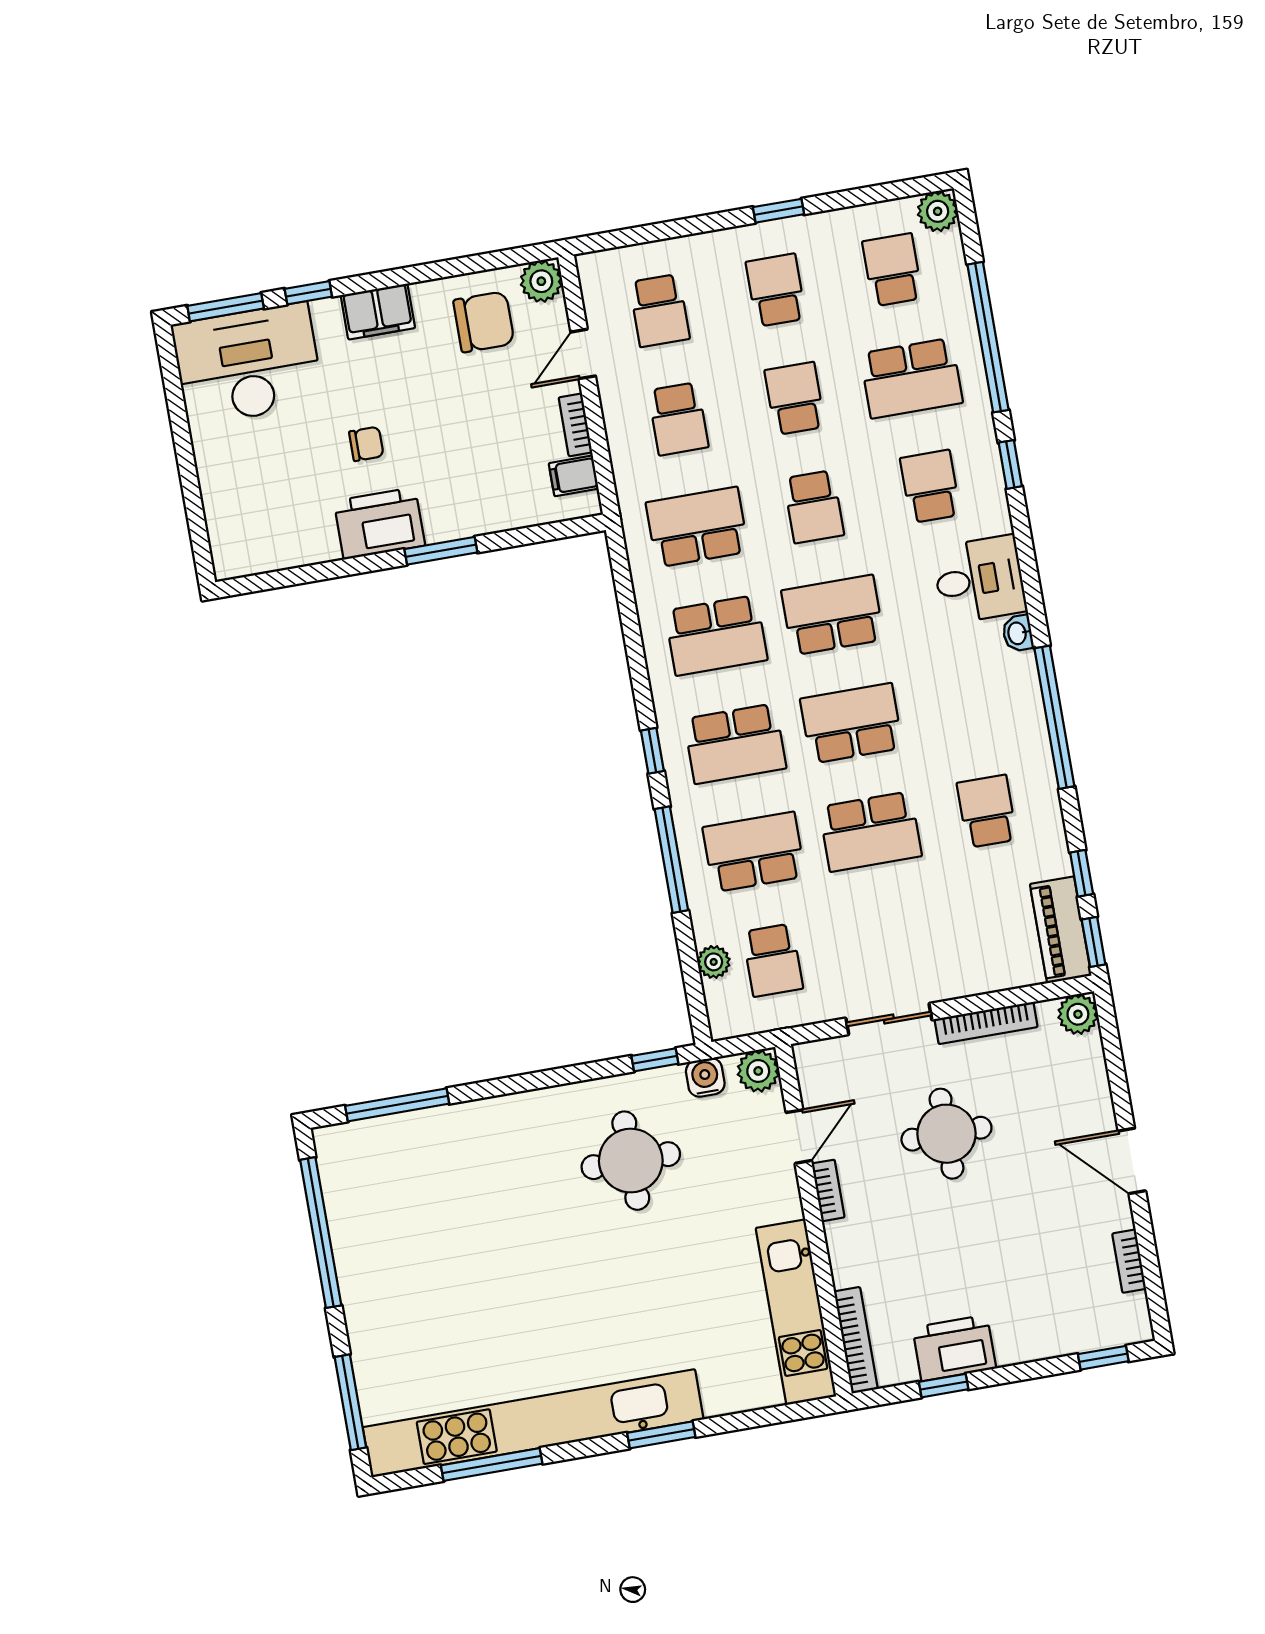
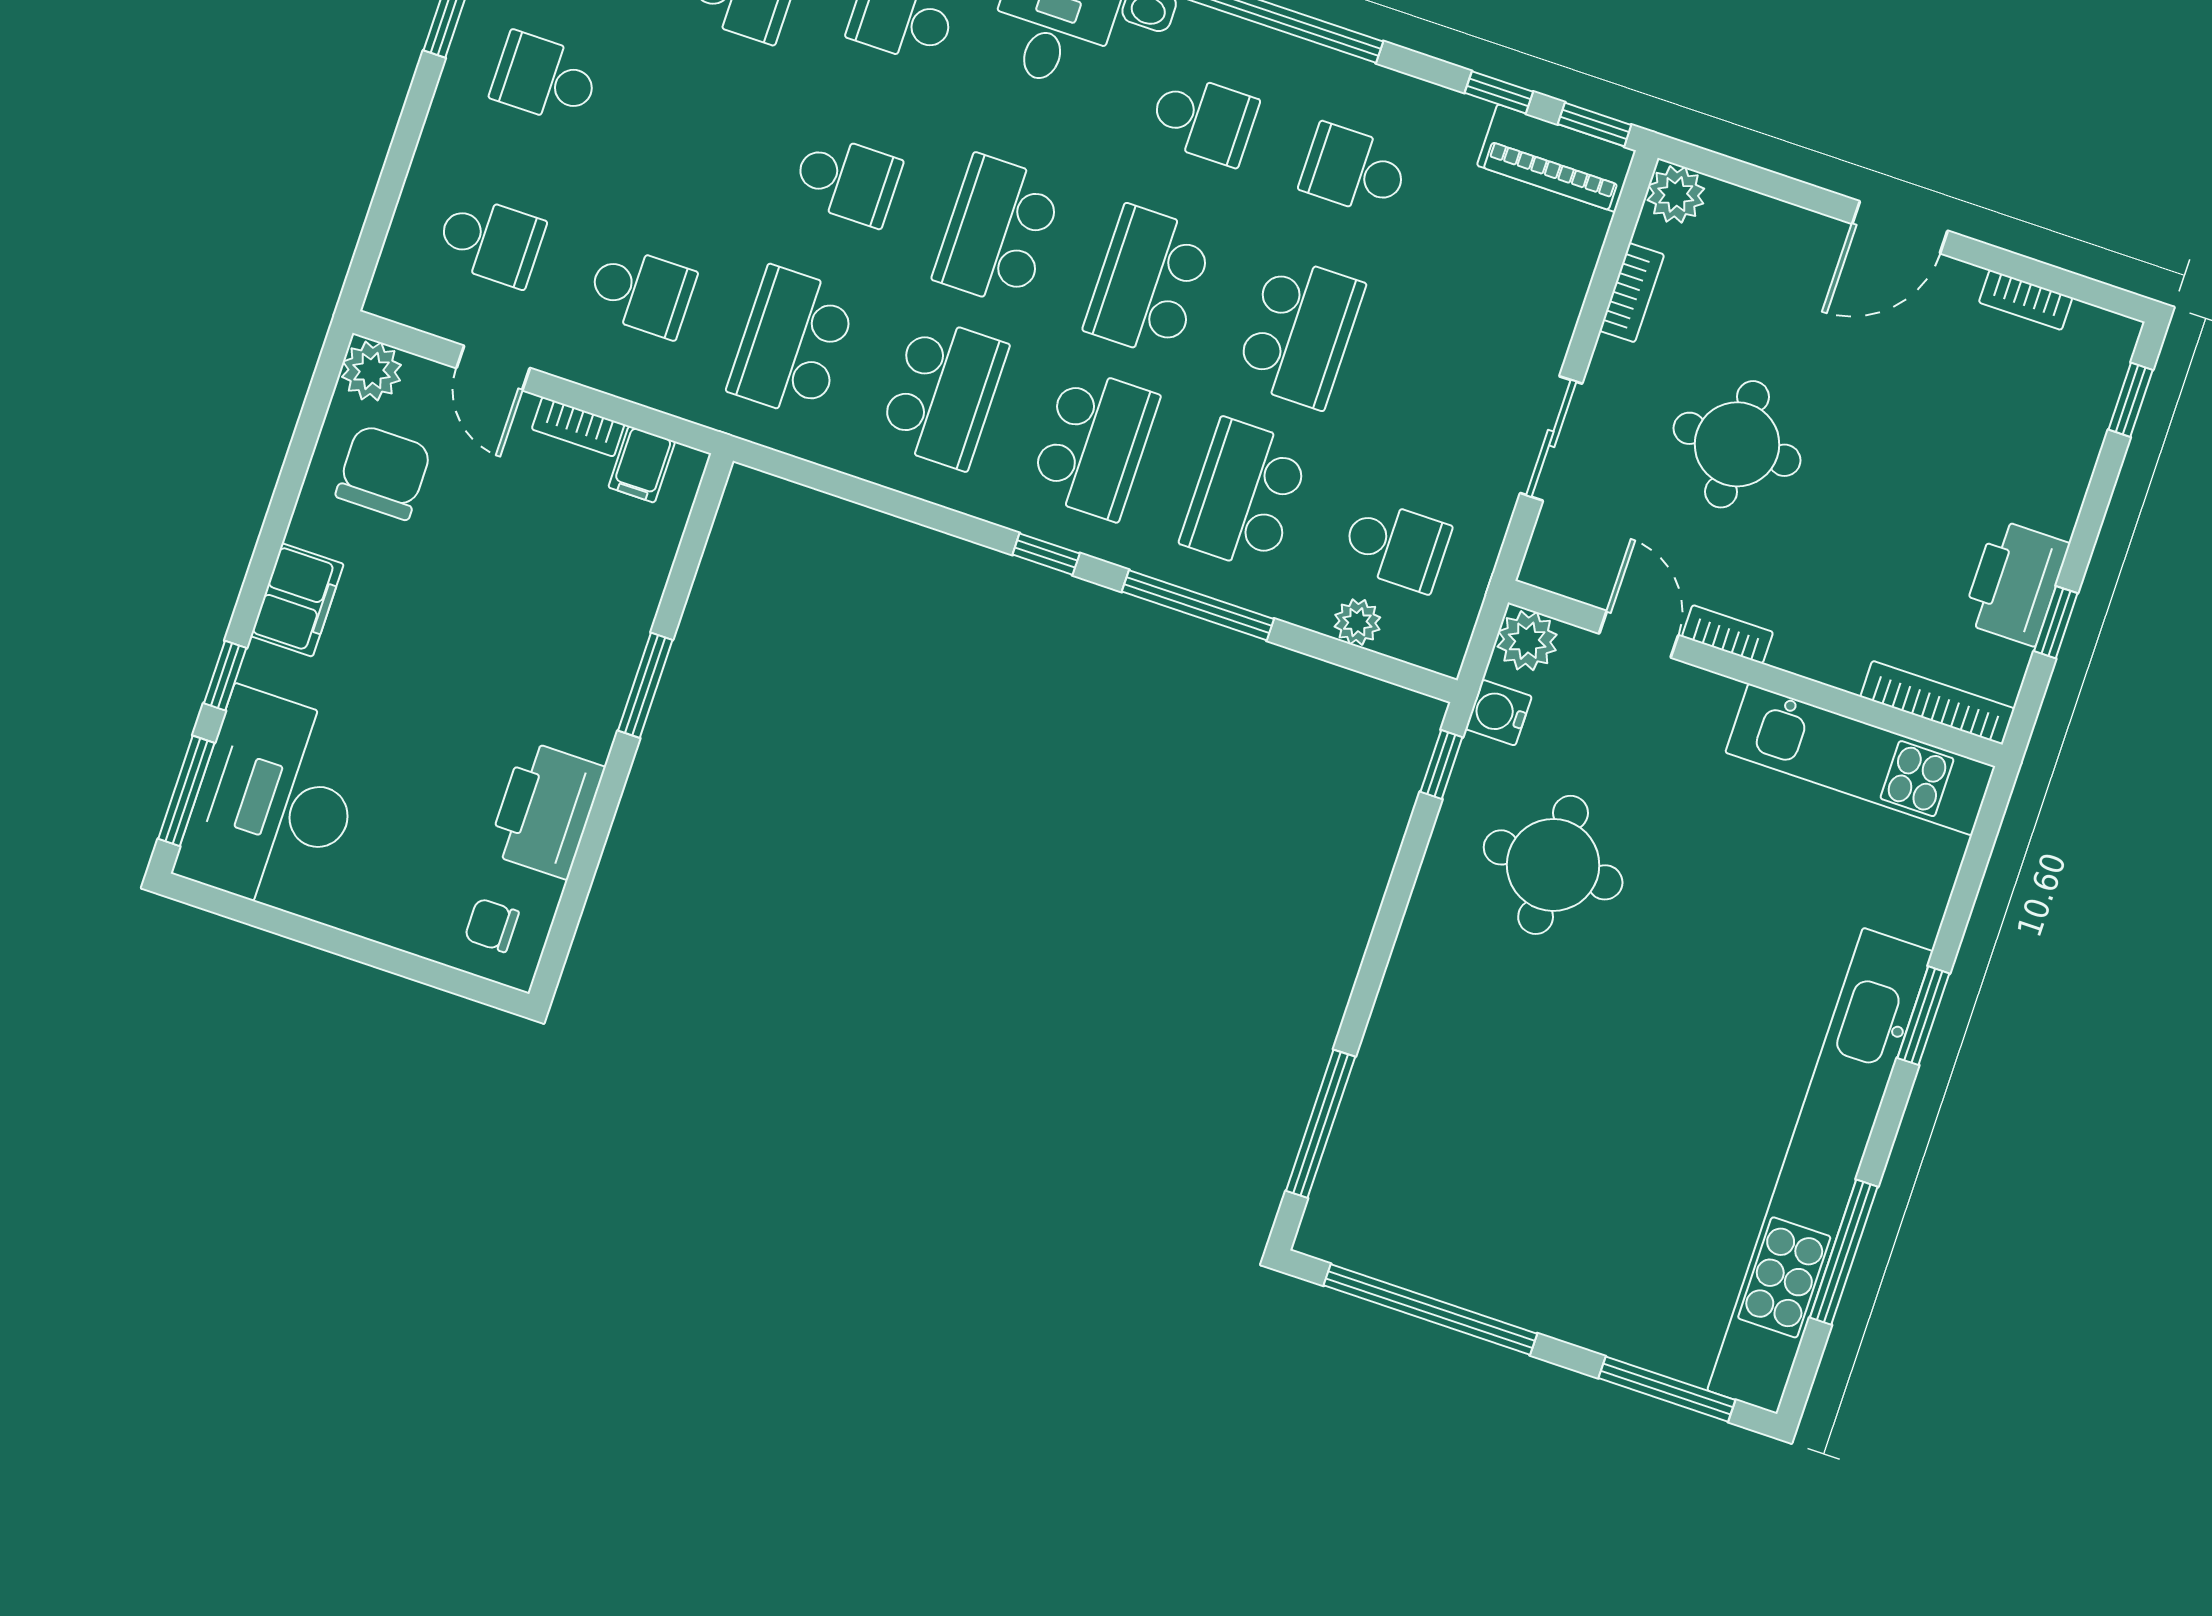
school desk: (795, 398) -> (1204, 119), moved, turned 180
chair: (366, 444) -> (492, 925), moved, turned -90
printer: (379, 523) -> (546, 810), moved
bookcase: (986, 1023) -> (1632, 293), width x0.64

